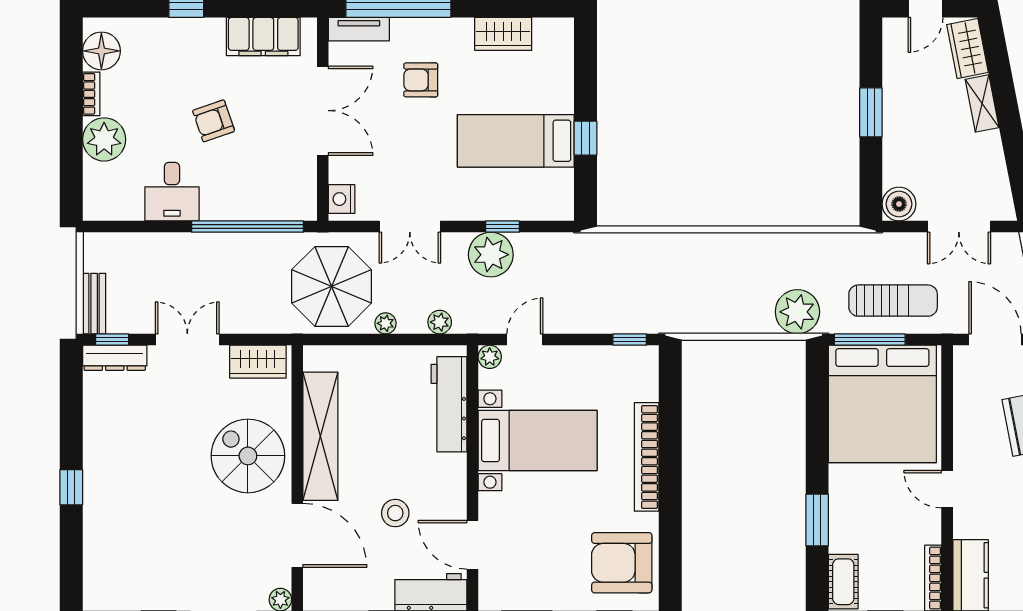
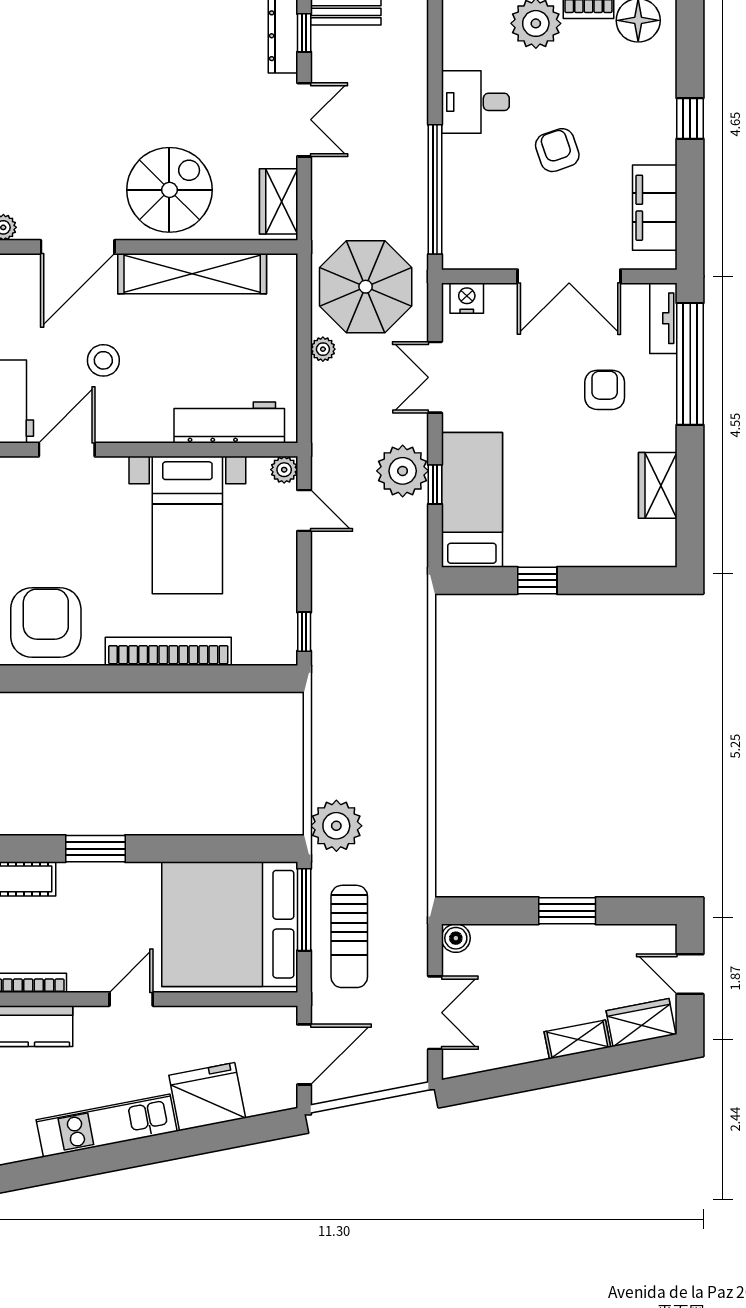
bed: (516, 141) -> (472, 500), moved
boiler: (899, 204) -> (456, 938), width x0.73, depth x0.73
double door: (959, 227) -> (435, 1013), swing flipped
plant: (440, 322) -> (324, 412), removed

